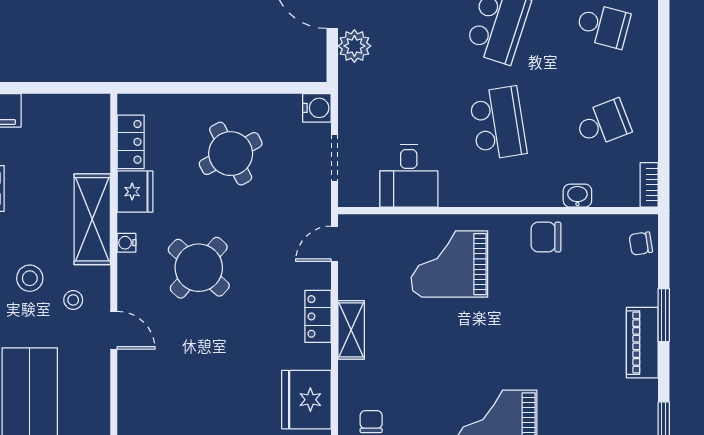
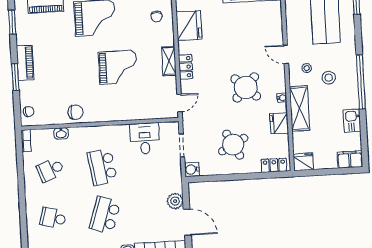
fridge: (90, 111) -> (303, 162), added
locker: (131, 142) -> (274, 165), moved, turned 90
grand piano: (449, 264) -> (118, 67), moved

